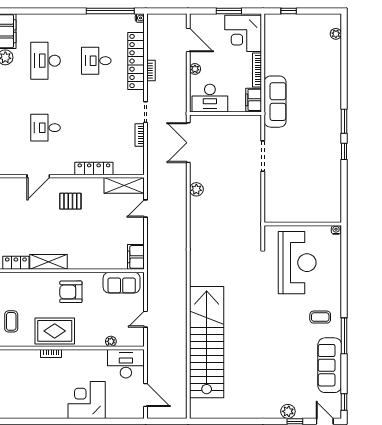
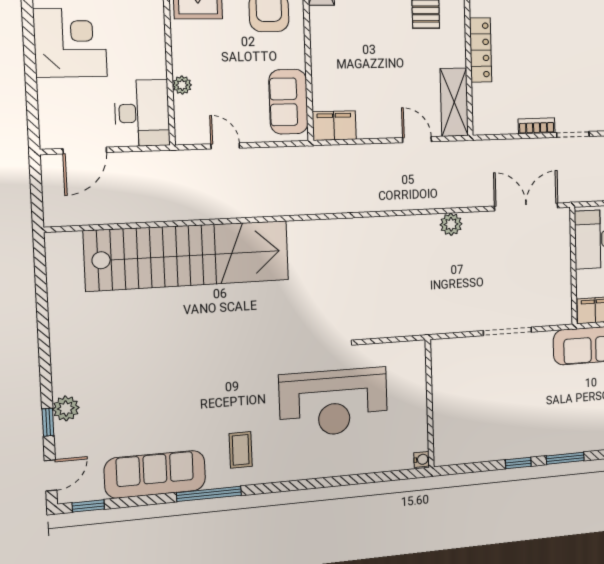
wall: (303, 224) -> (430, 404), moved
water cooler: (336, 230) -> (422, 459), moved

